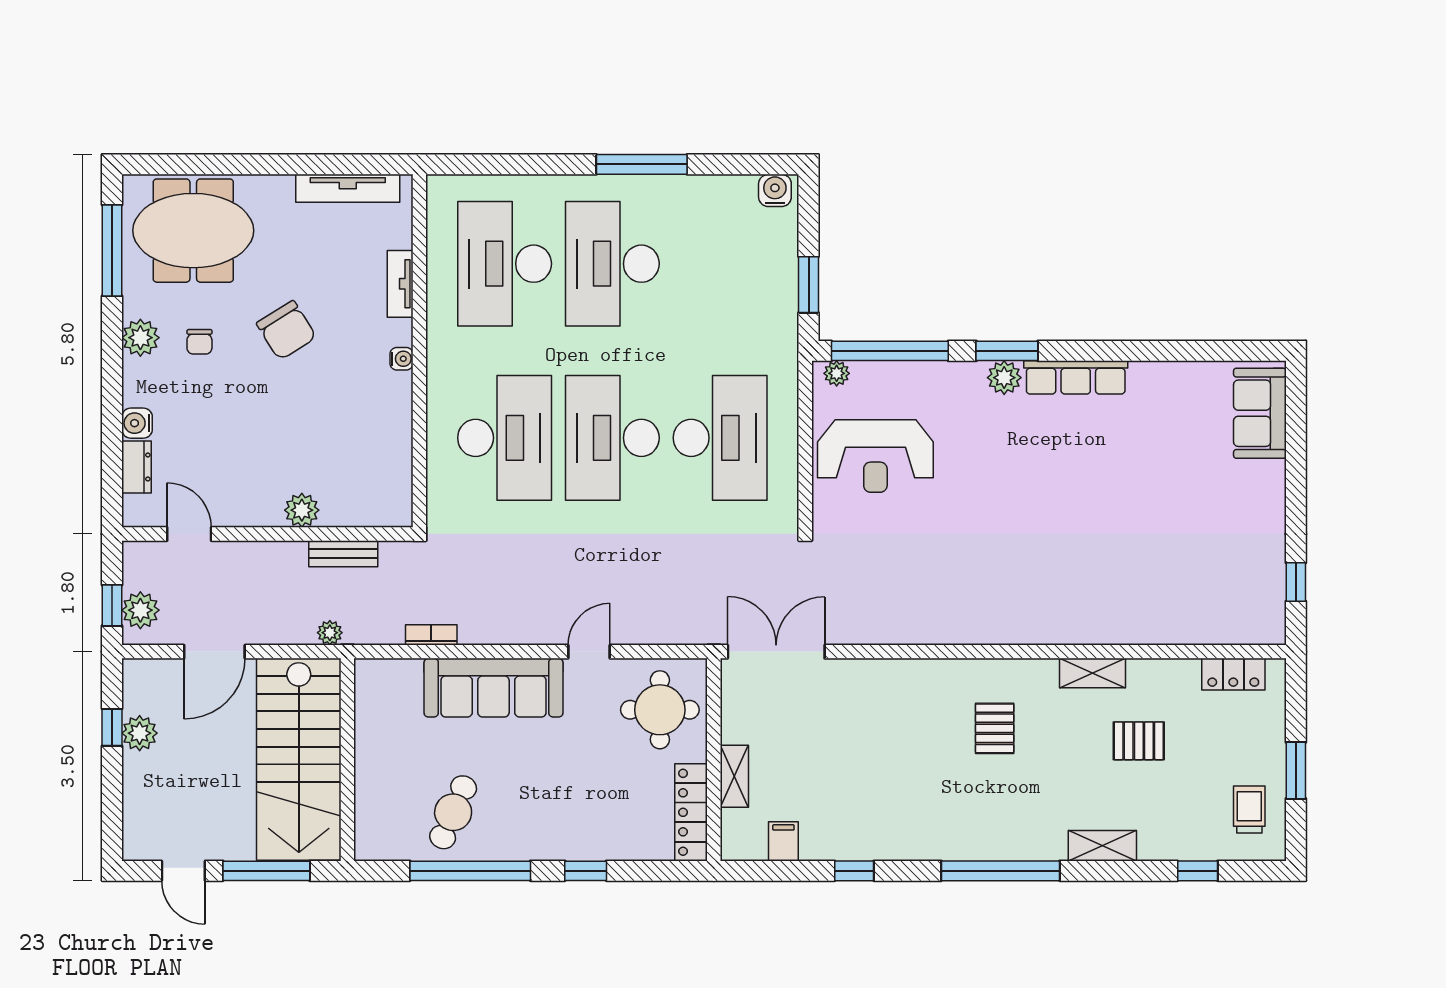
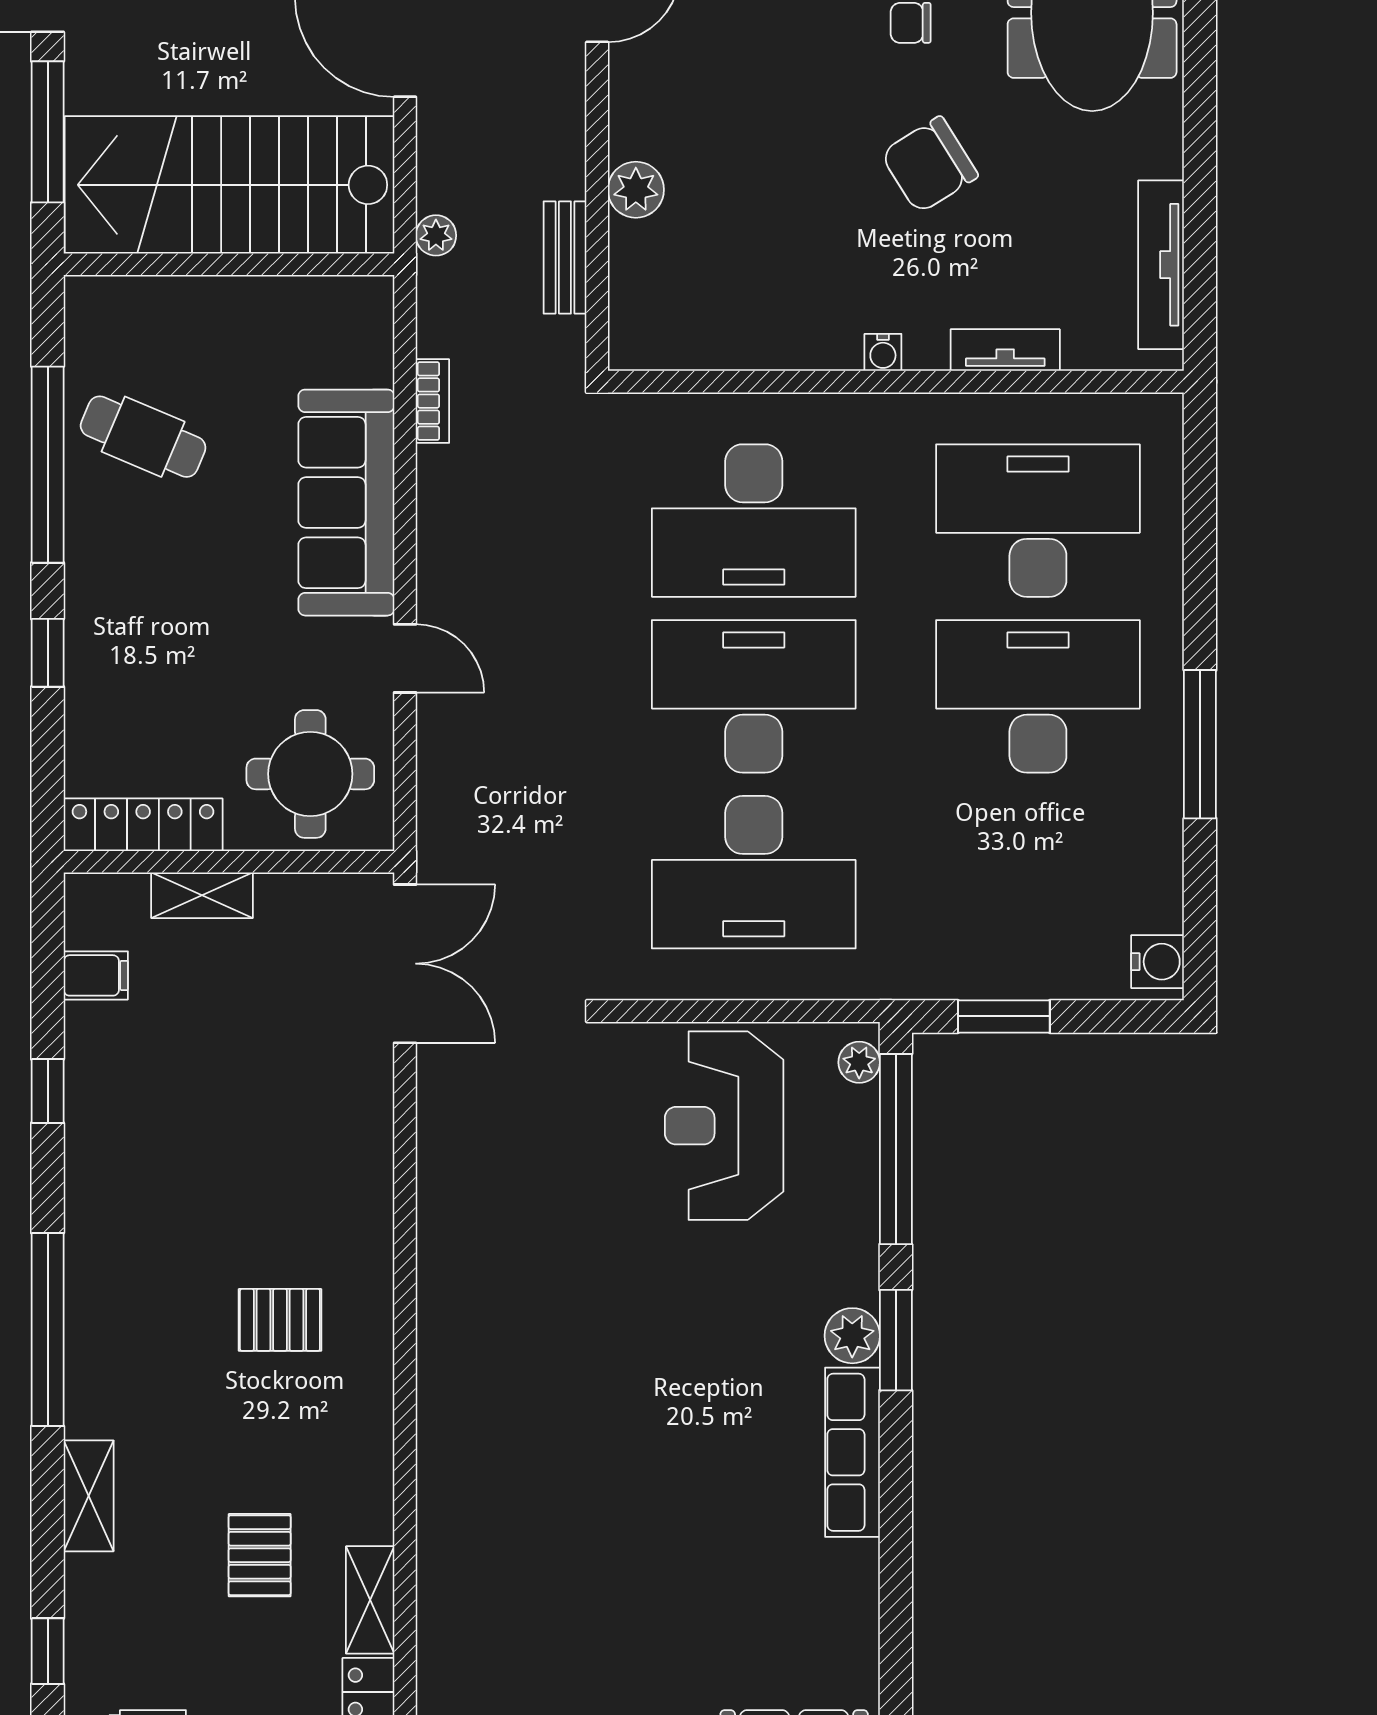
shelving: (1092, 673) -> (370, 1600), moved

